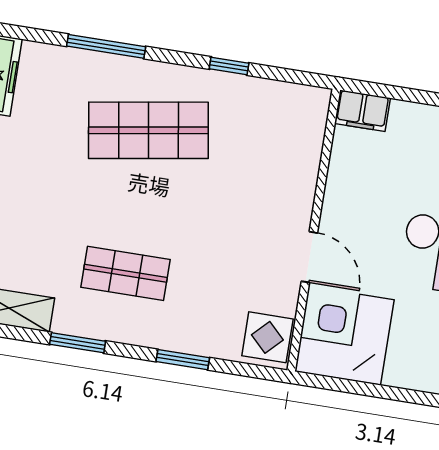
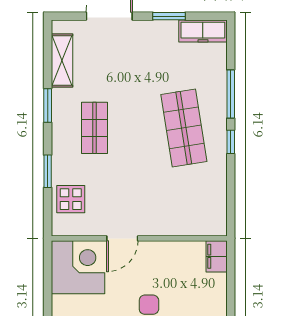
window: (229, 66) -> (231, 142), moved
display table: (267, 337) -> (71, 199), moved

